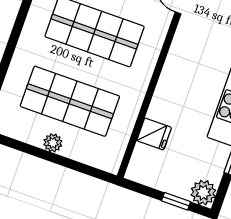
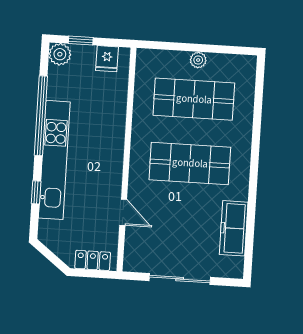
fridge: (154, 134) -> (107, 59), moved, turned -90

